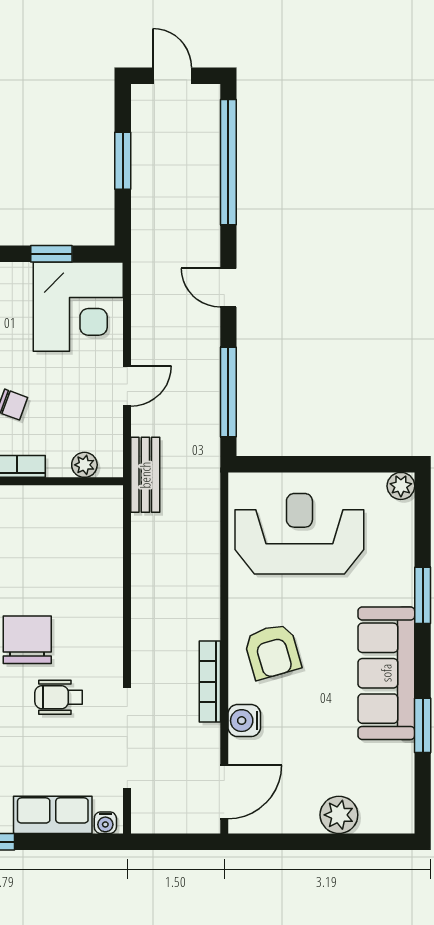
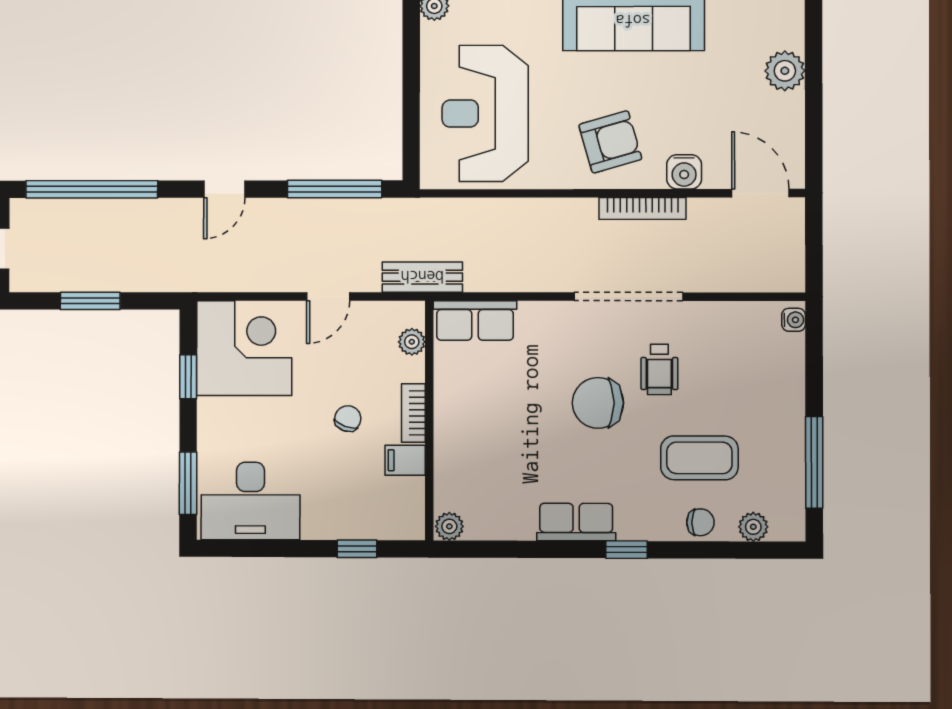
door: (127, 386) -> (328, 297), swing flipped
doorway: (127, 738) -> (628, 297), moved
row of seats: (53, 815) -> (475, 321), moved, turned -90

